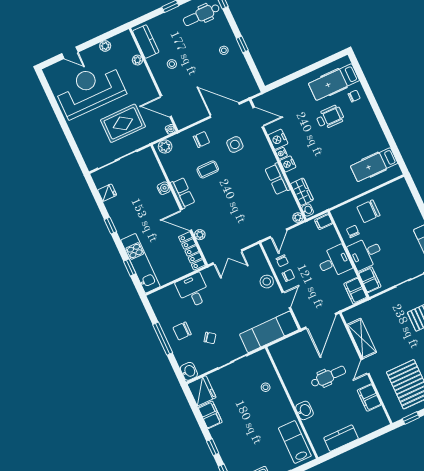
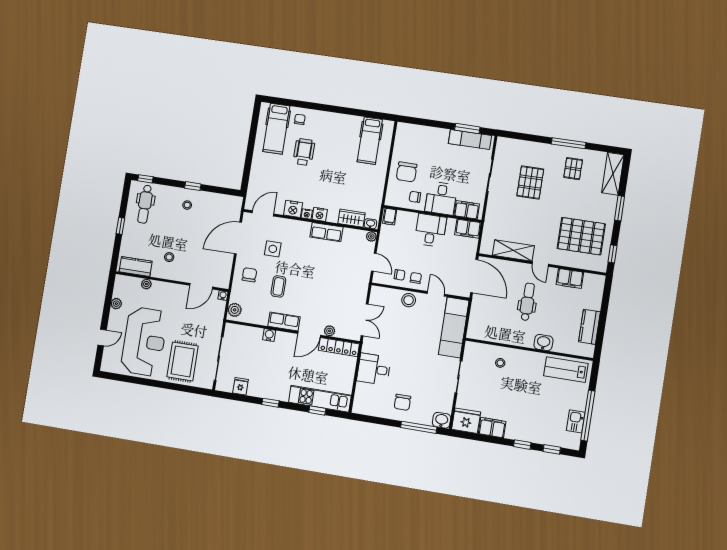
reception desk: (90, 90) -> (144, 341), turned 180
rug: (123, 123) -> (183, 361), moved
chair: (210, 338) -> (425, 382), removed
window: (163, 339) -> (419, 427), moved

